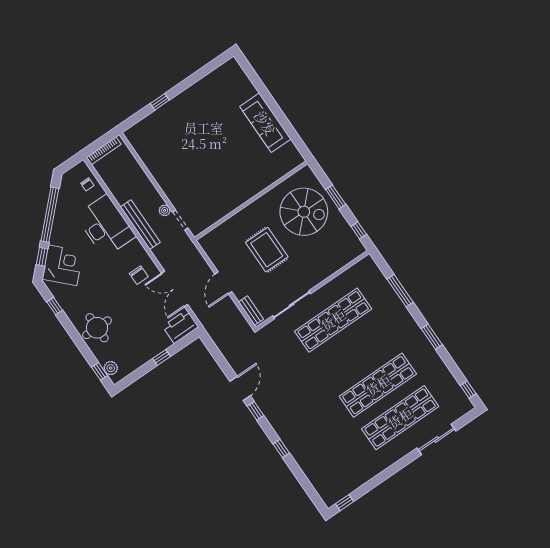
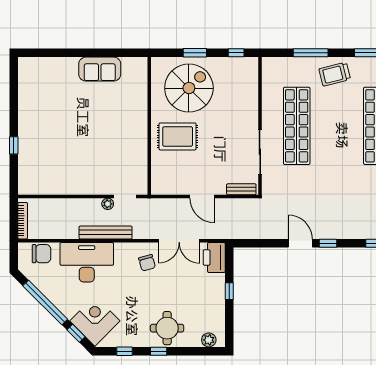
sofa: (265, 123) -> (100, 69), width x0.73
chair: (87, 184) -> (41, 254), width x1.87, depth x1.87
rug: (267, 250) -> (178, 136), moved
chair: (139, 275) -> (147, 263), turned 74
trolley: (396, 322) -> (335, 74), added
window: (99, 371) -> (159, 351), moved

